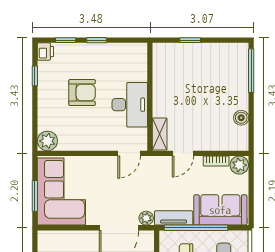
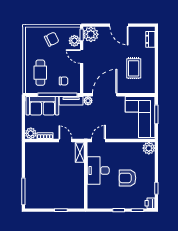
boiler: (241, 118) -> (30, 162), removed
door: (183, 153) -> (65, 141), hinge flipped

